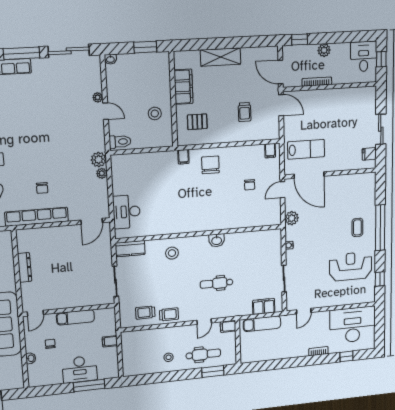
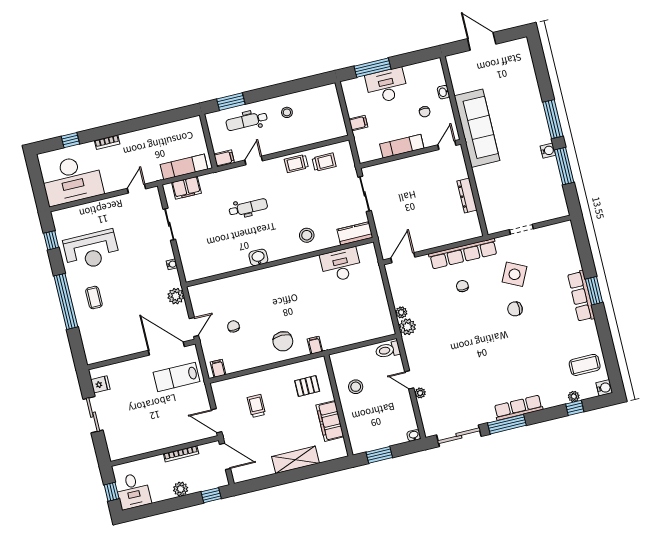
desk: (127, 212) -> (341, 265), moved, turned -90

